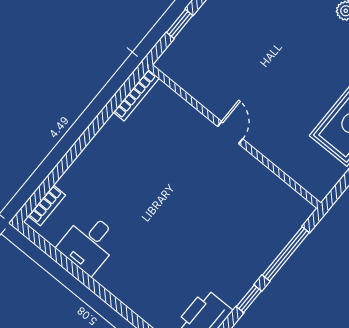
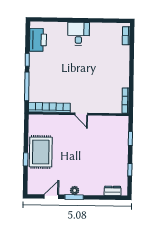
bookcase: (276, 187) -> (49, 107), added
desk: (89, 243) -> (78, 34), moved

